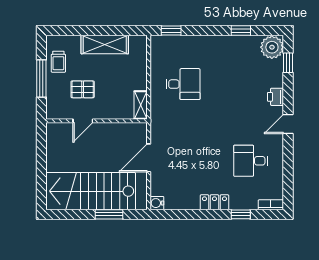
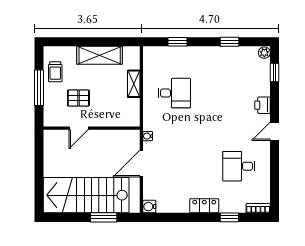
window: (171, 31) -> (177, 42), moved
plant: (272, 47) -> (264, 53), width x0.53, depth x0.53
shelving: (141, 105) -> (134, 84), moved
water cooler: (155, 129) -> (148, 136), added

